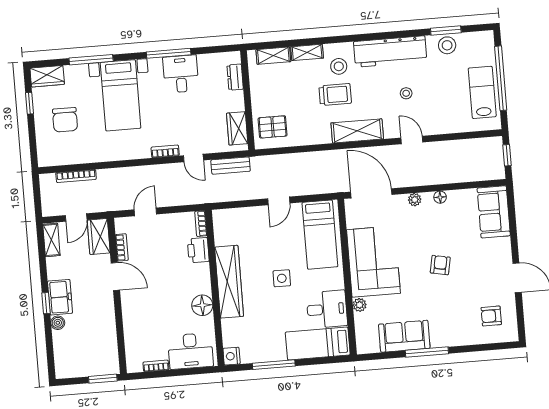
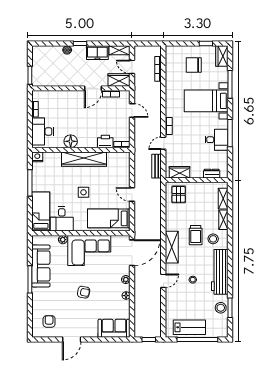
freezer: (60, 297) -> (97, 53), moved
sofa: (404, 336) -> (41, 266), width x1.36

